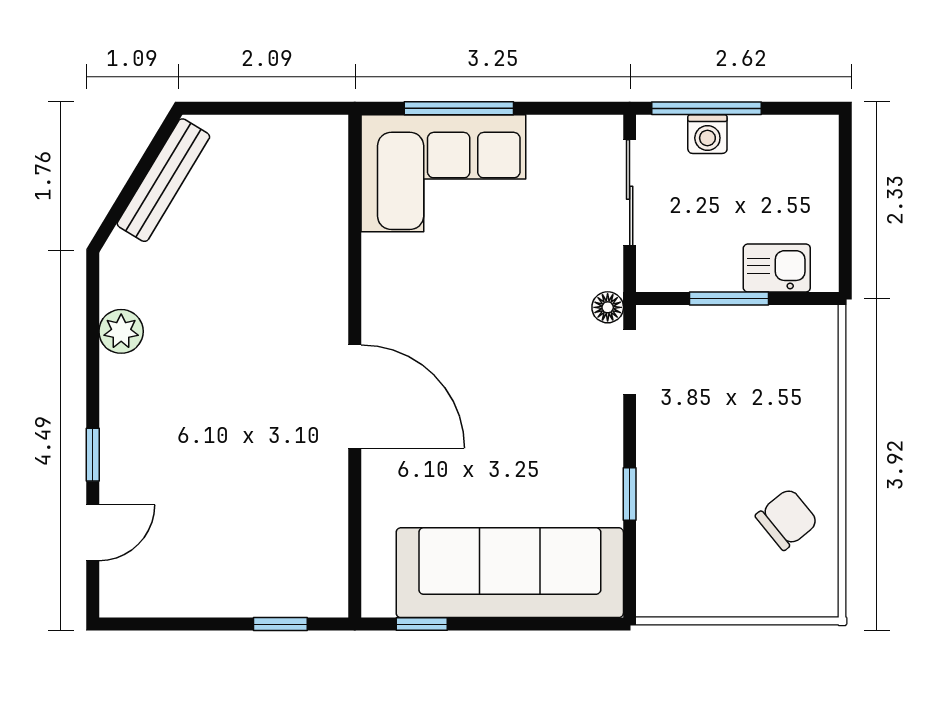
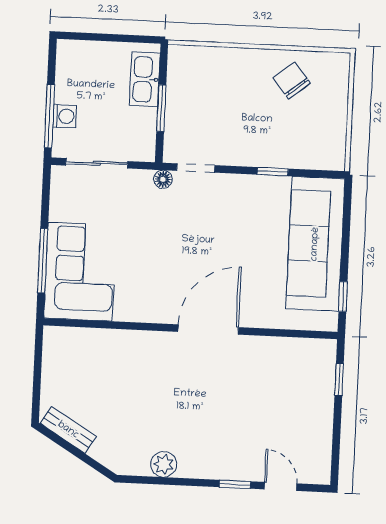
bench: (163, 180) -> (68, 430), width x0.73
kitchen sink: (777, 268) -> (145, 79), width x1.38

